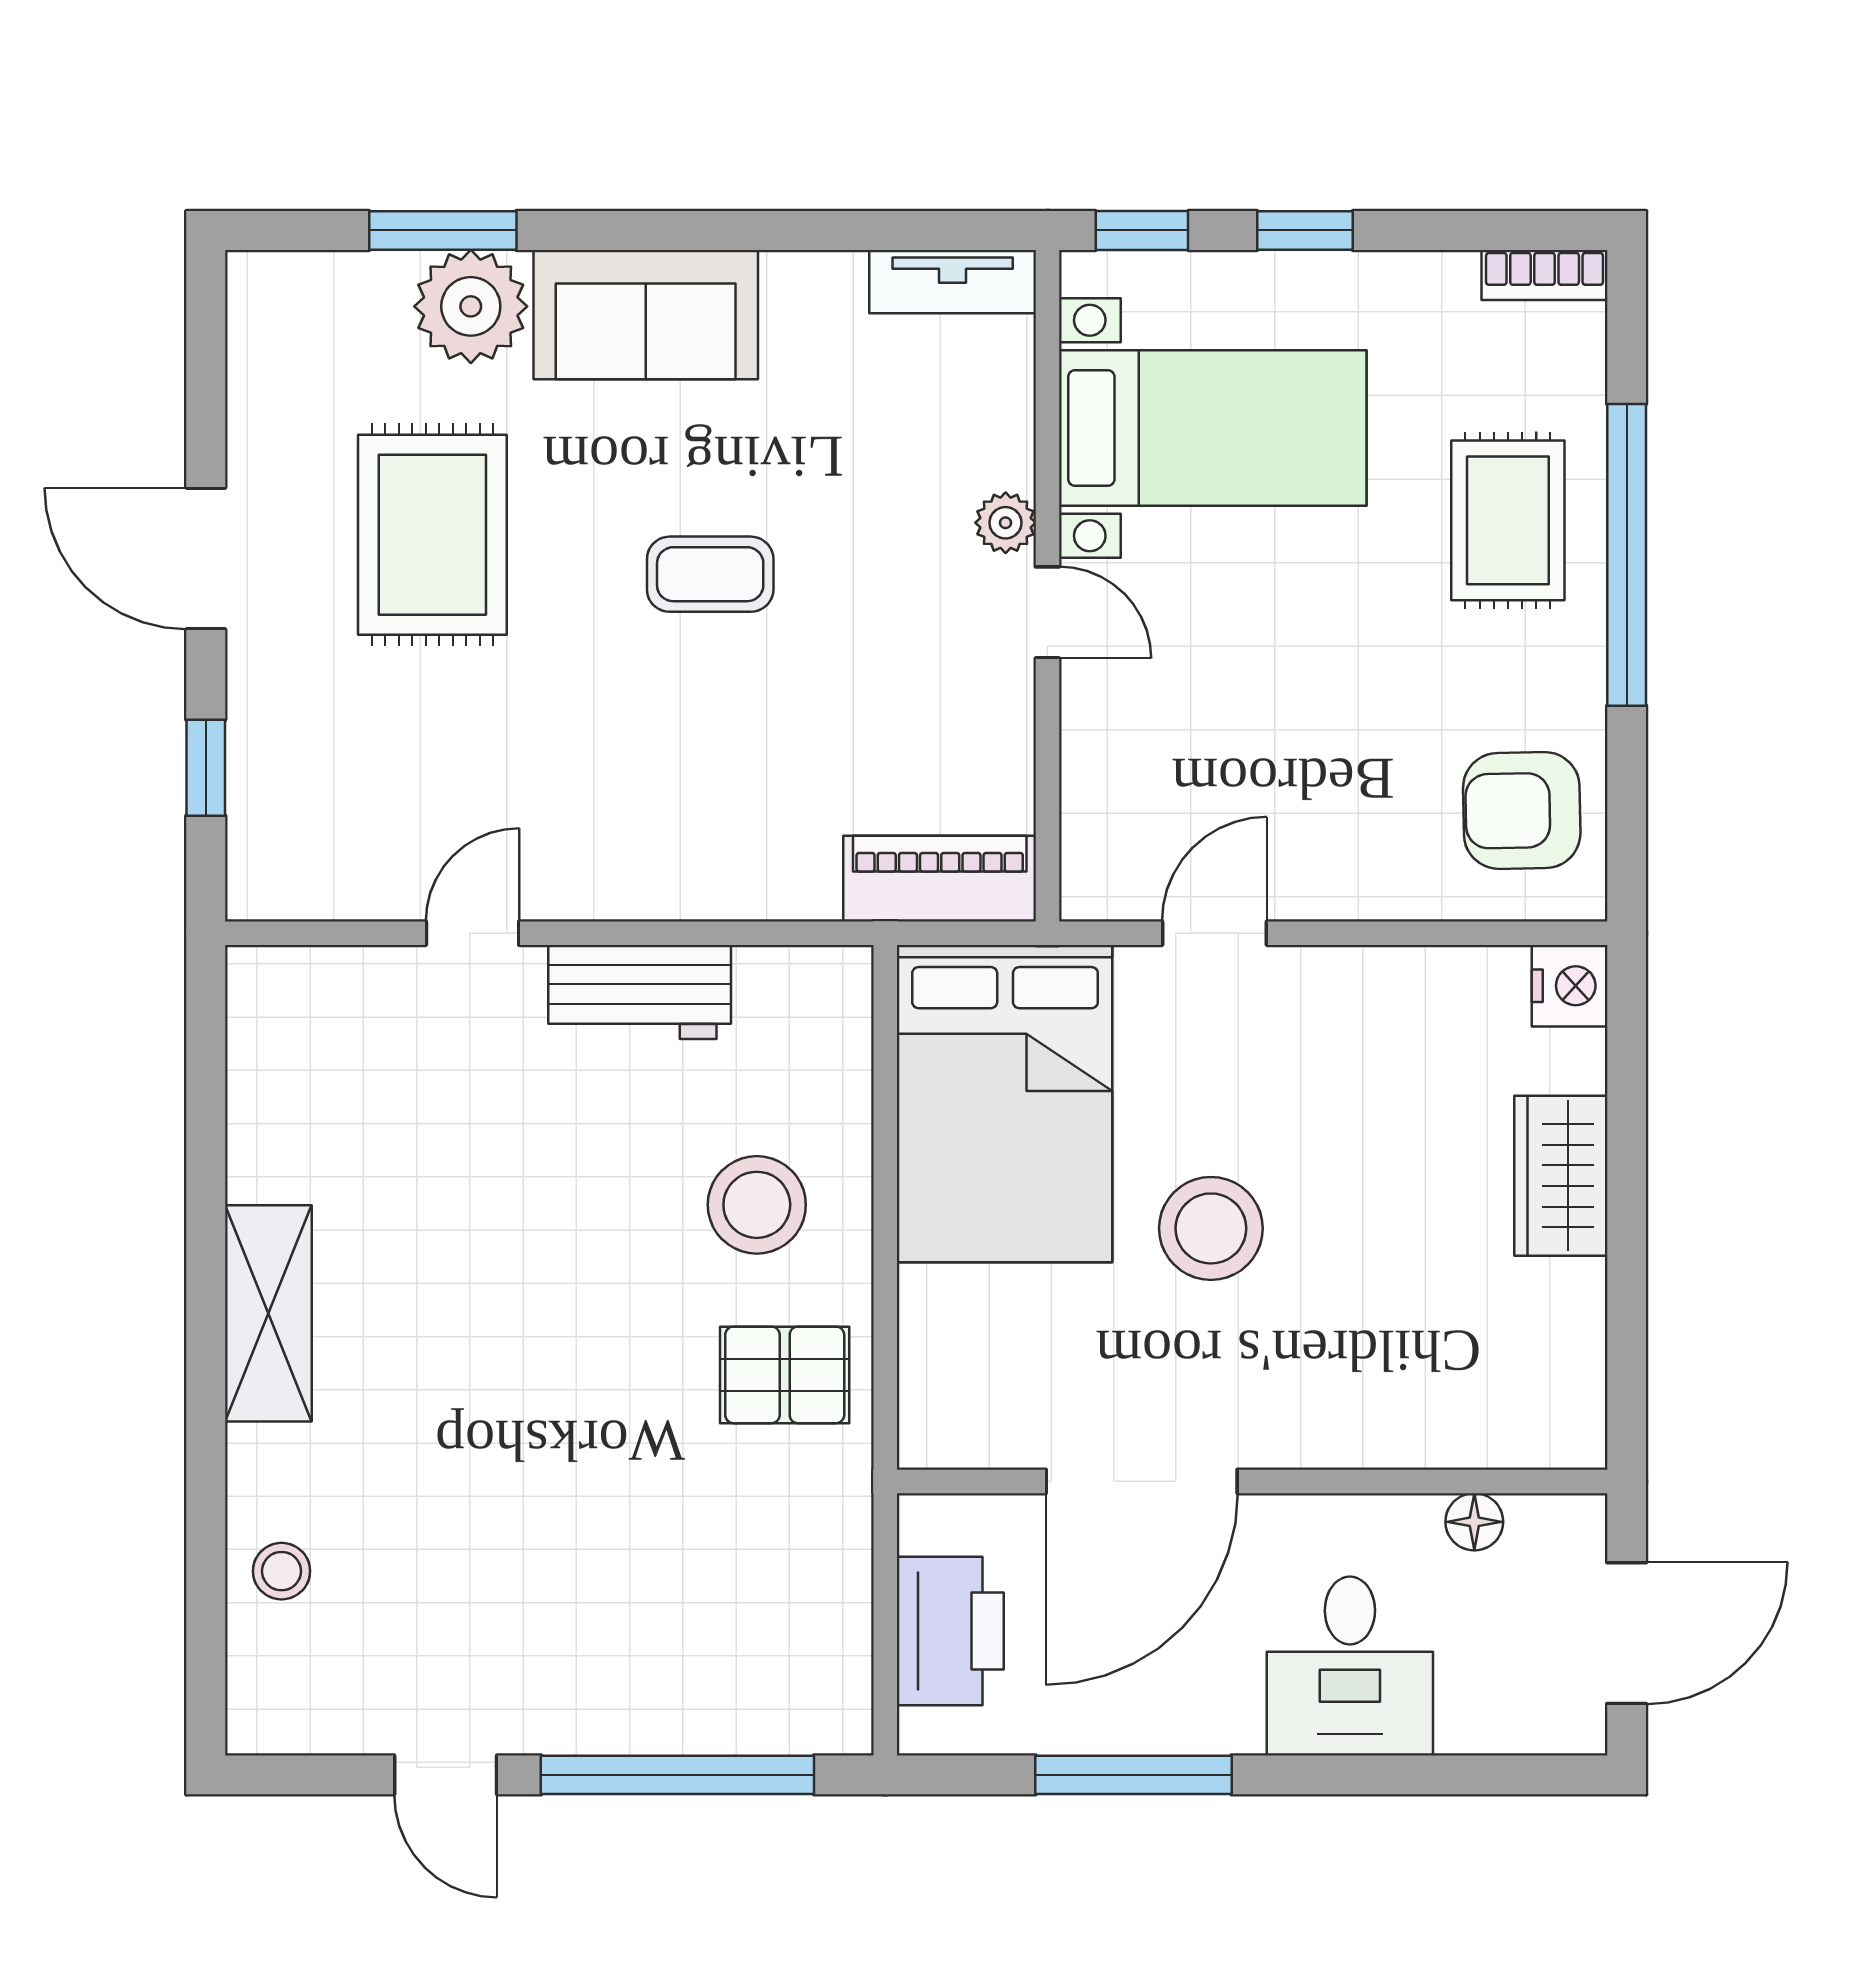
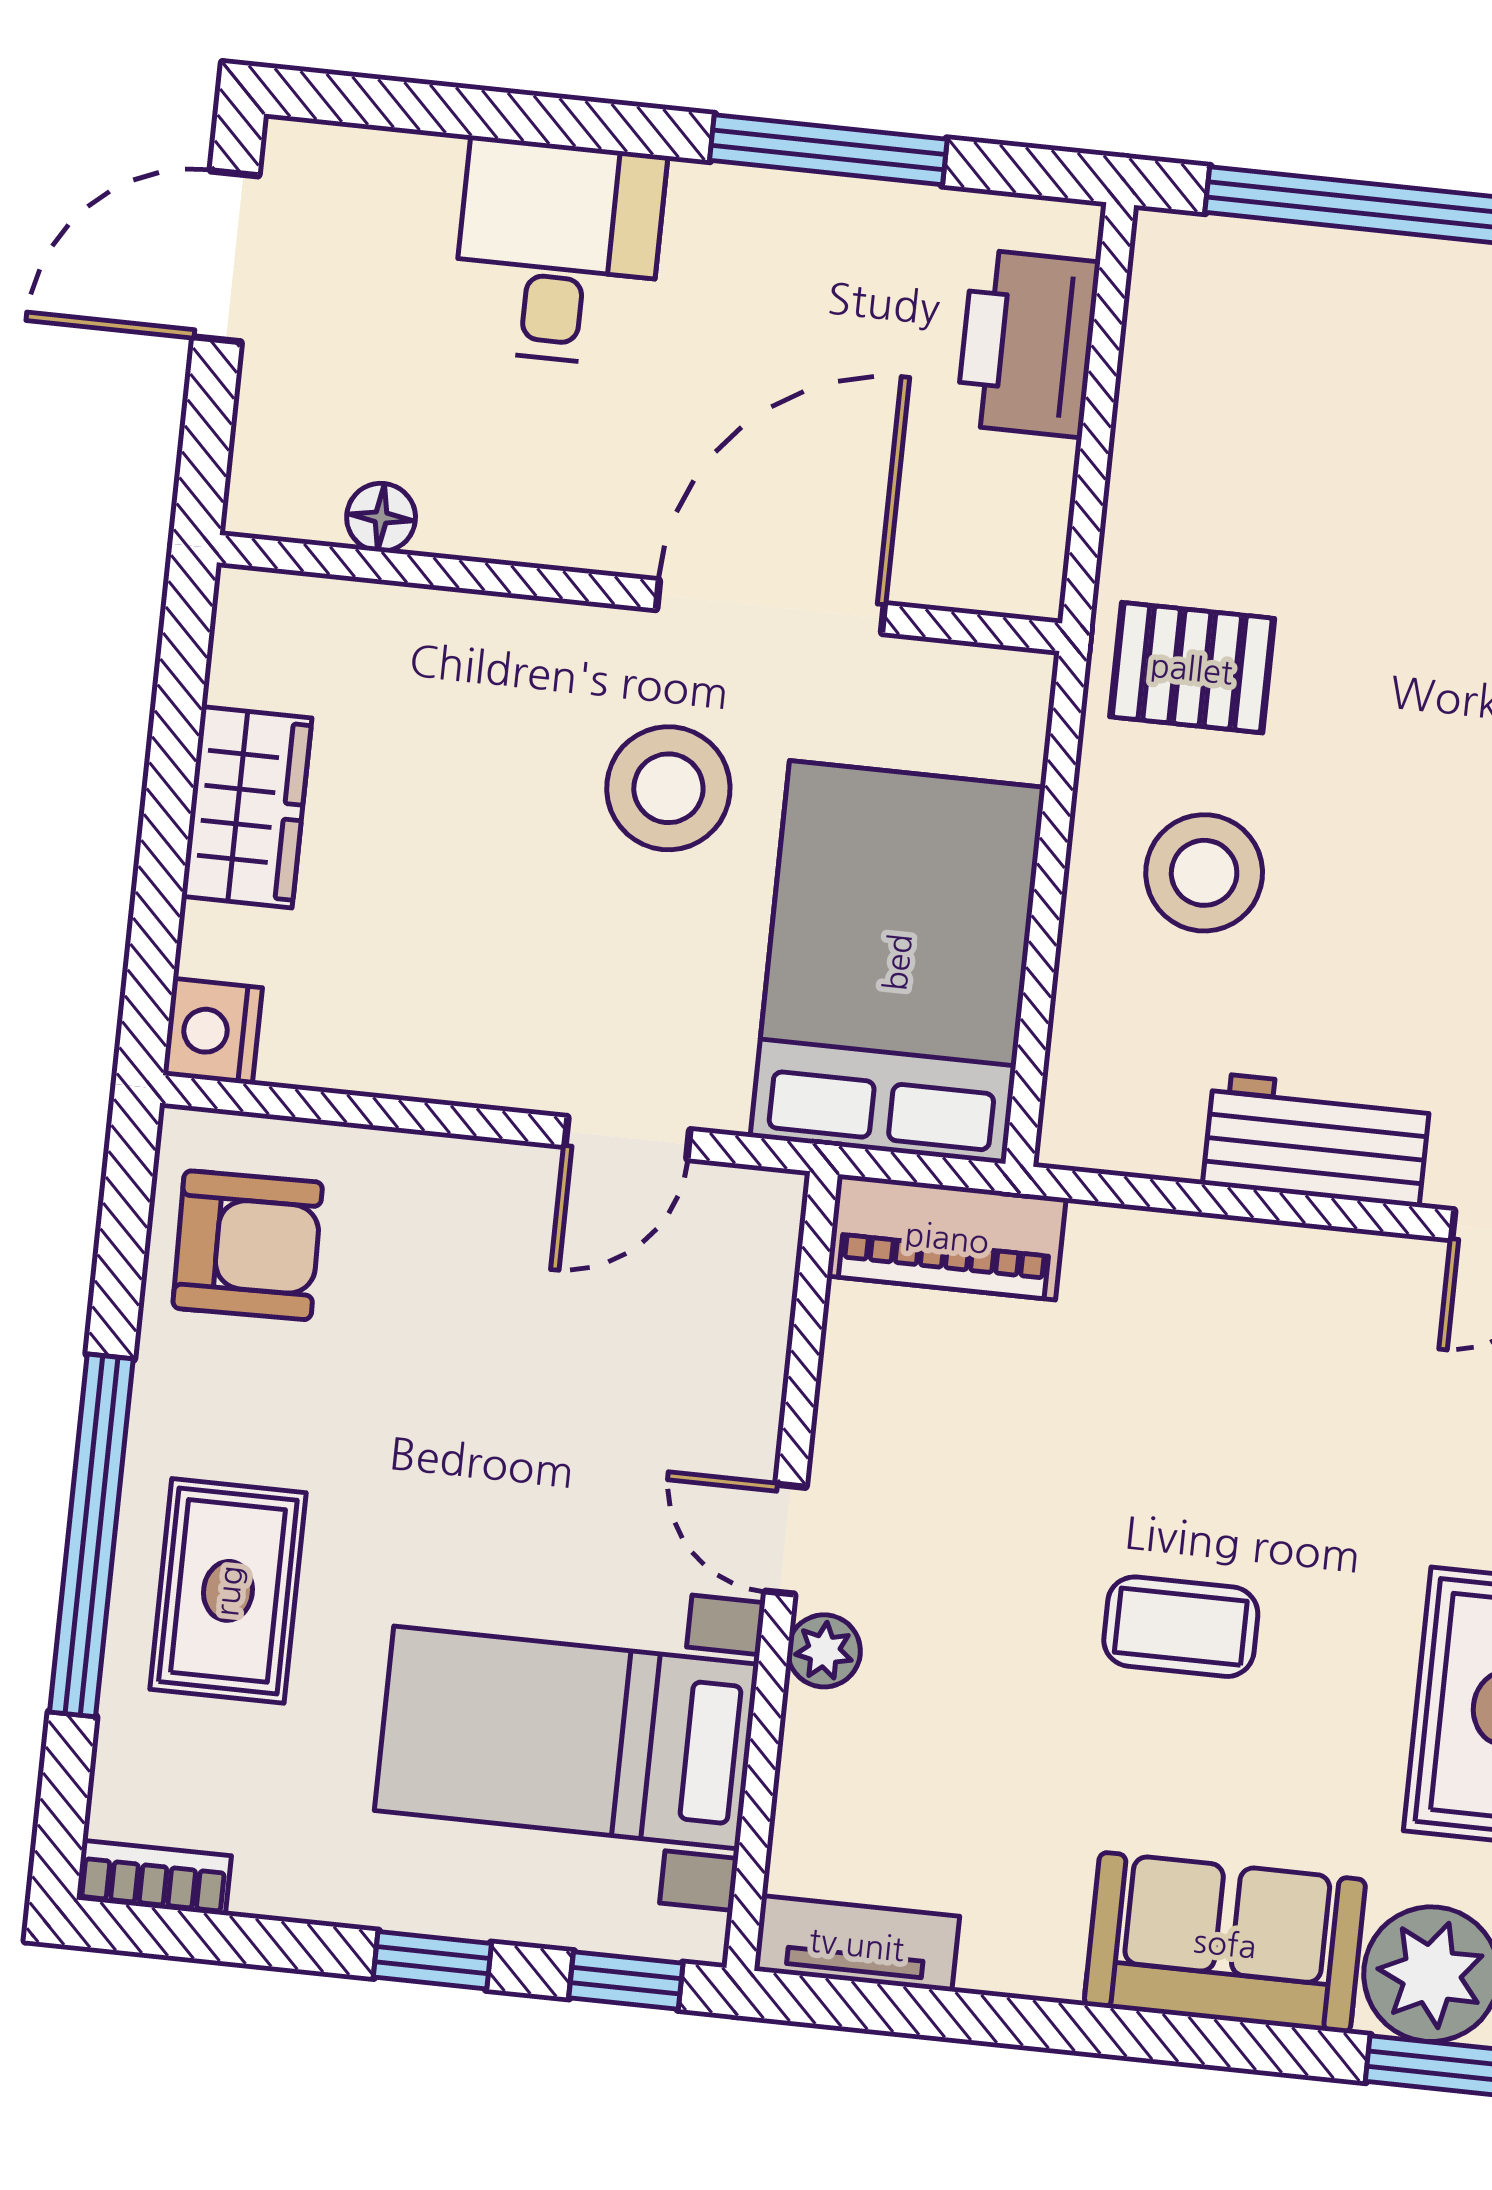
door: (1142, 1481) -> (771, 607), moved
wall: (1252, 1481) -> (640, 593), moved
floor lamp: (1474, 1522) -> (381, 517), moved

